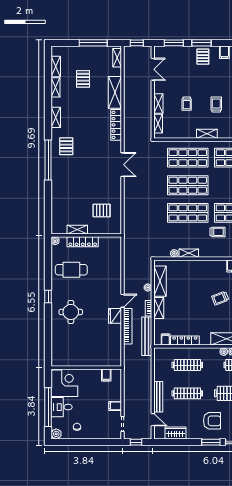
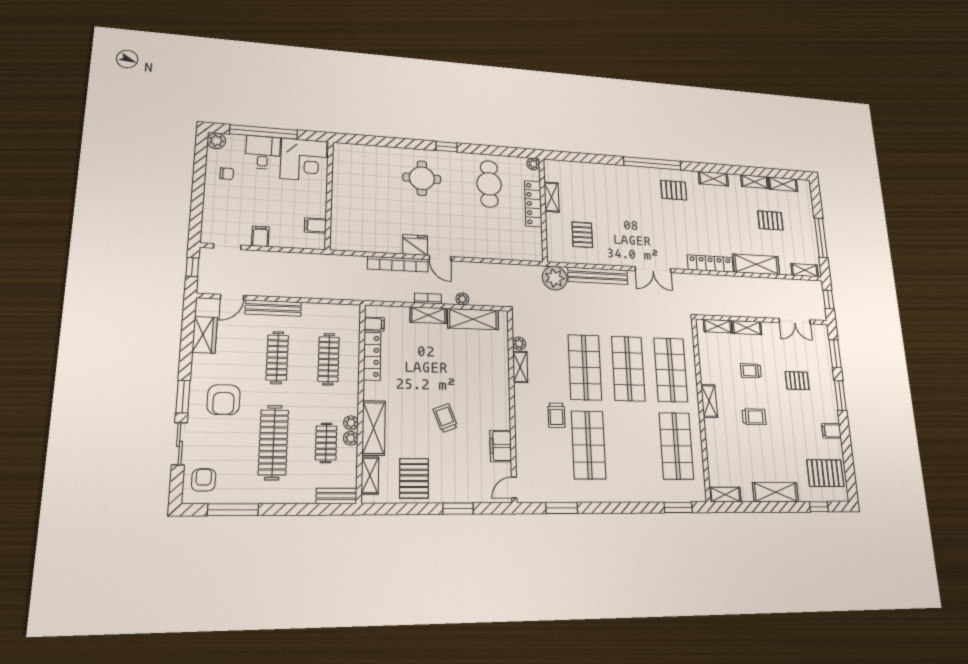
pallet: (203, 57) -> (797, 381), moved
plant: (132, 230) -> (555, 278), added
bench: (147, 336) -> (598, 276), moved

